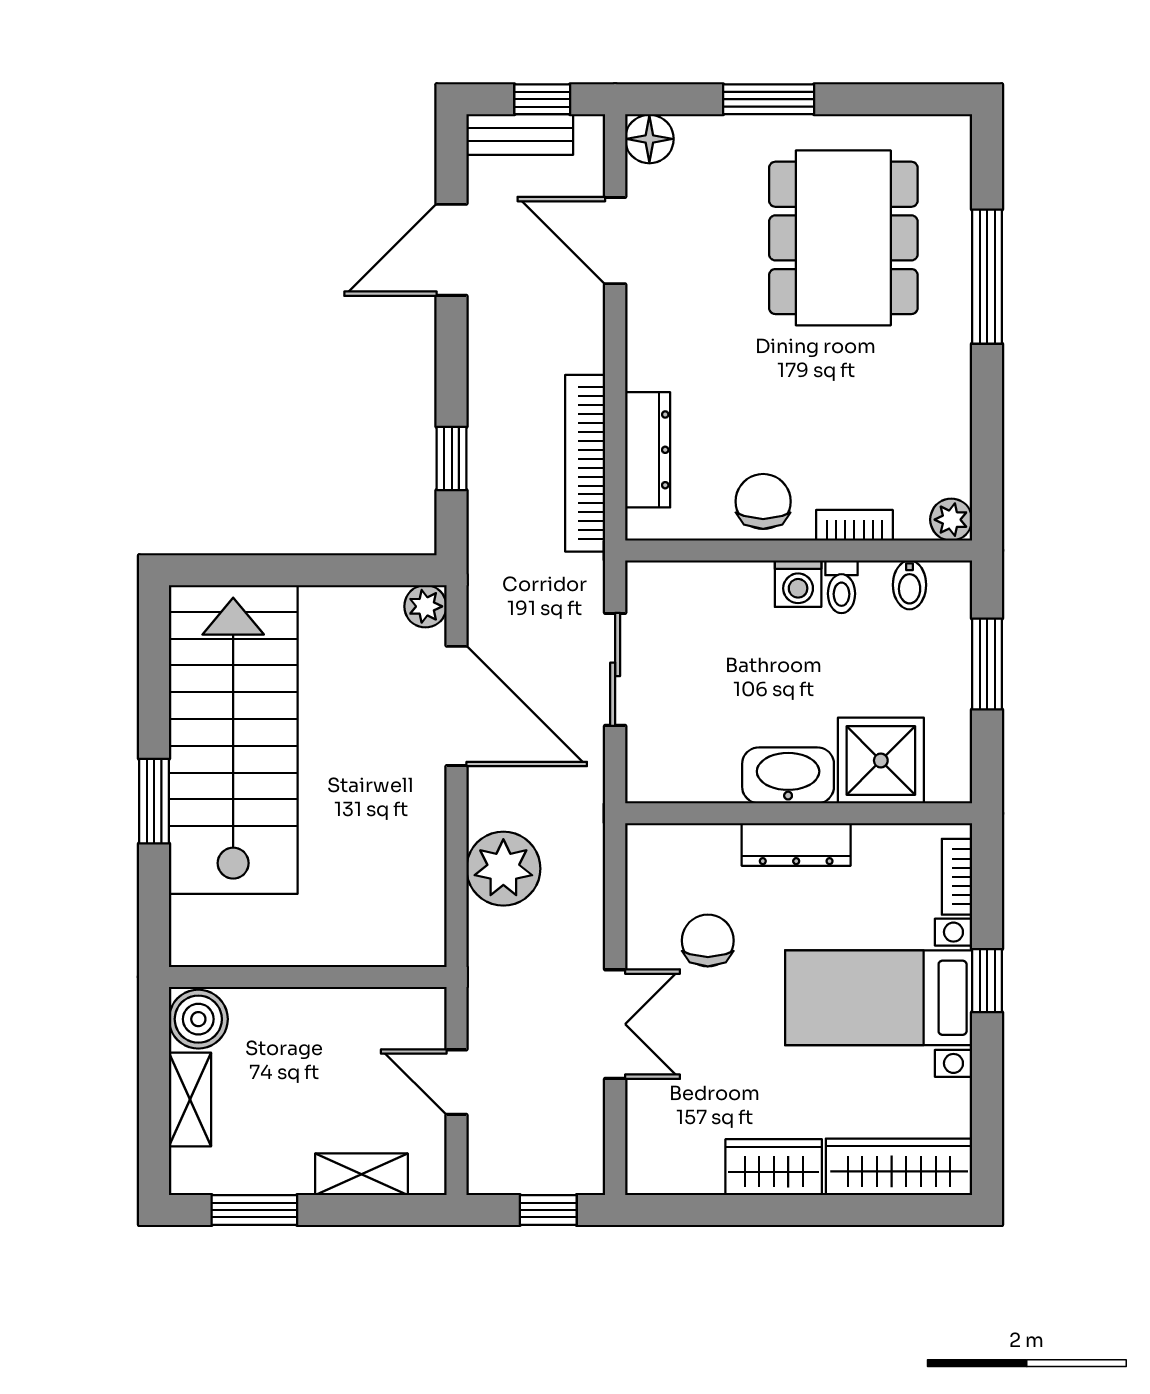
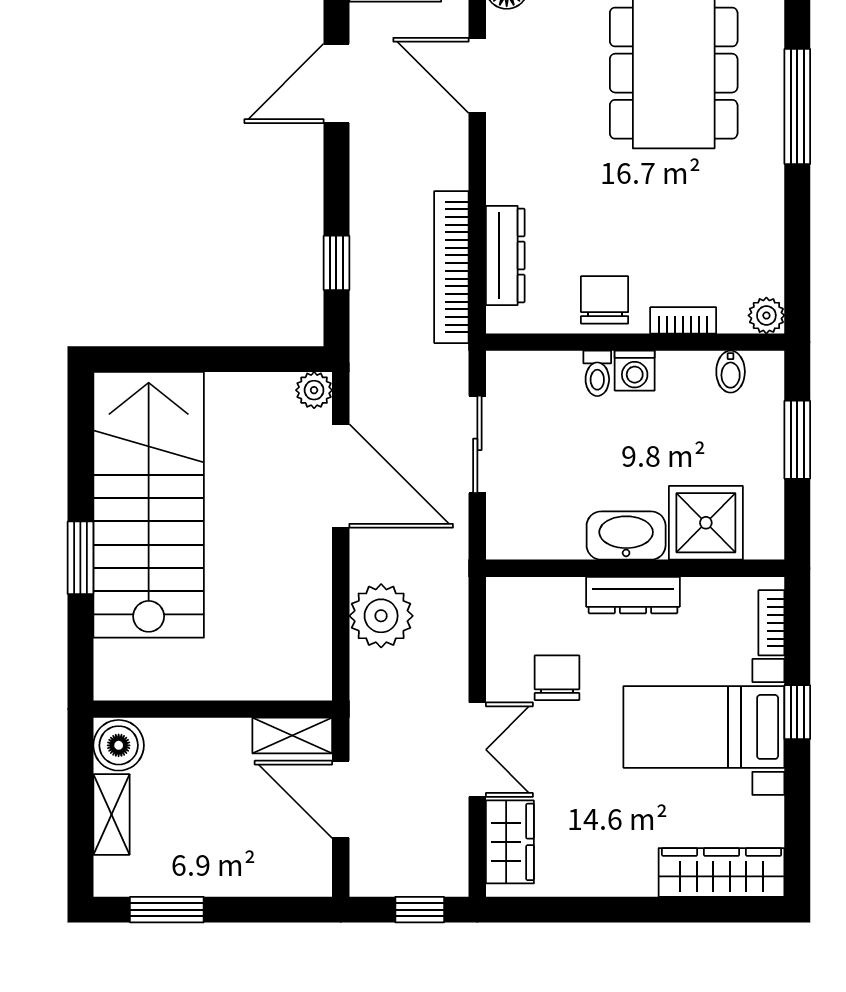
toilet: (841, 587) -> (597, 373), moved
door: (456, 1082) -> (341, 799), width x1.37
wardrobe: (774, 1167) -> (510, 842), moved, turned 90
shelving: (361, 1174) -> (292, 736), moved

